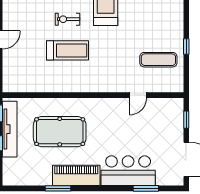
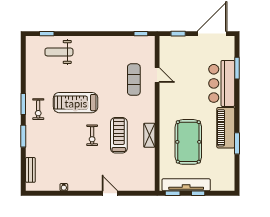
window: (186, 46) -> (141, 34), moved
exercise mat: (158, 60) -> (134, 80), moved
shelving: (68, 86) -> (149, 135), added

